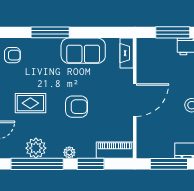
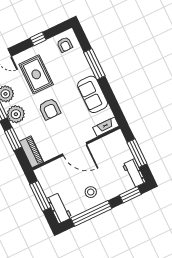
rug: (30, 103) -> (36, 74), width x1.36, depth x1.43
plant: (69, 152) -> (16, 114), width x1.88, depth x1.88

